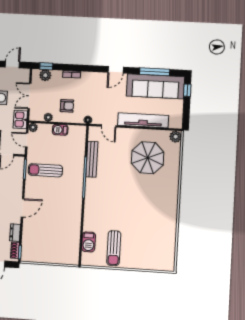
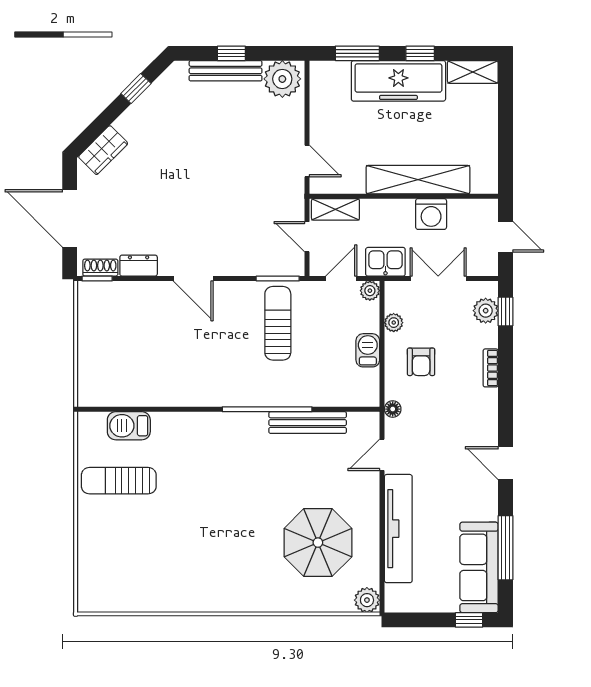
sofa: (155, 86) -> (479, 567), width x0.74, depth x0.79

